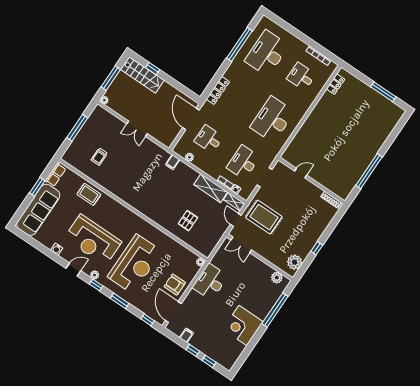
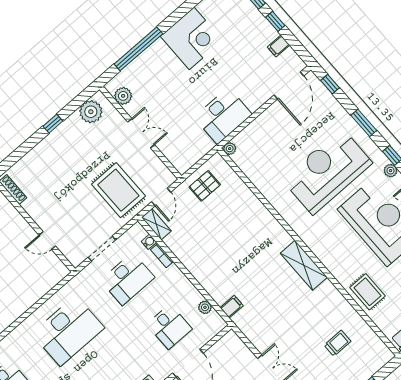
shelving: (211, 188) -> (304, 265), moved
pallet: (188, 221) -> (205, 186), moved
double door: (241, 245) -> (141, 133), moved
armchair: (175, 285) -> (276, 125), removed

